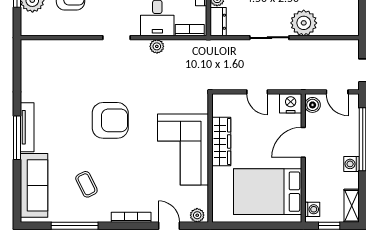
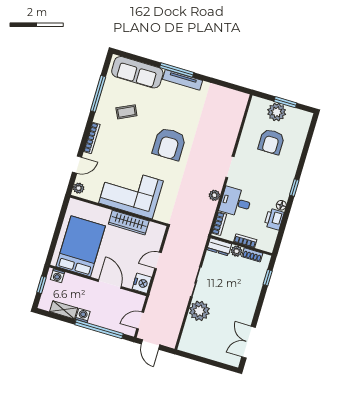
boiler: (313, 105) -> (136, 299), removed
shelving: (352, 206) -> (64, 310), moved

